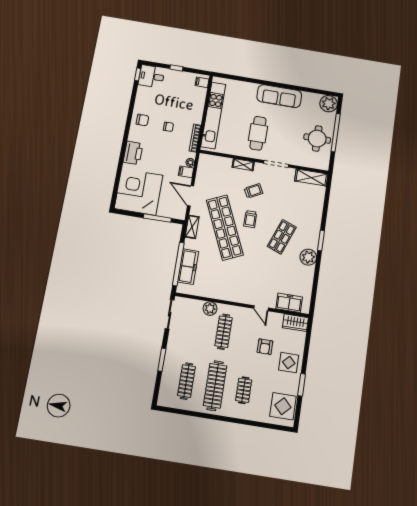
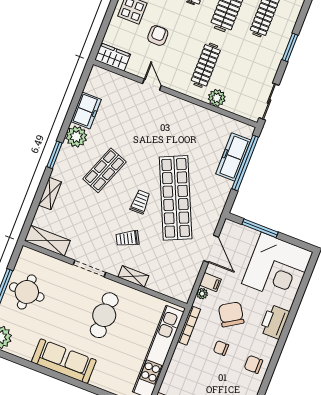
chair: (166, 152) -> (231, 314), added
shelving: (192, 227) -> (50, 194), moved
freezer: (289, 303) -> (86, 110), moved, turned -90

